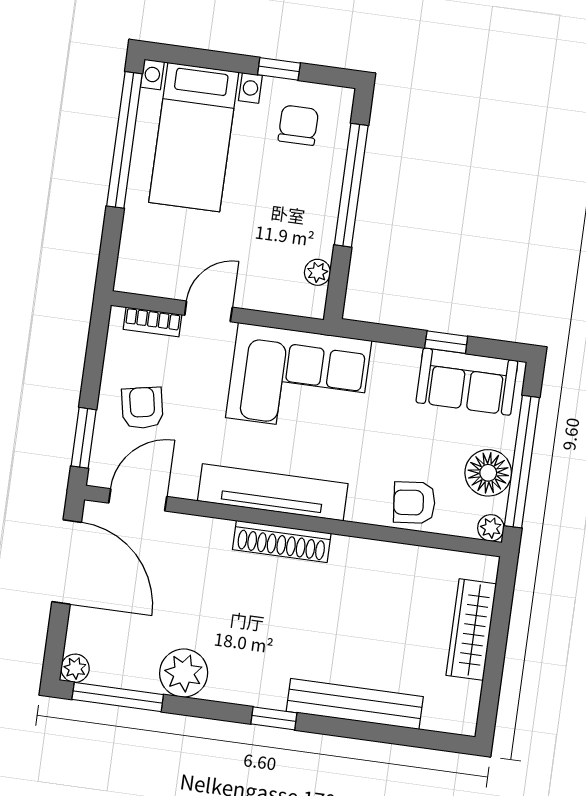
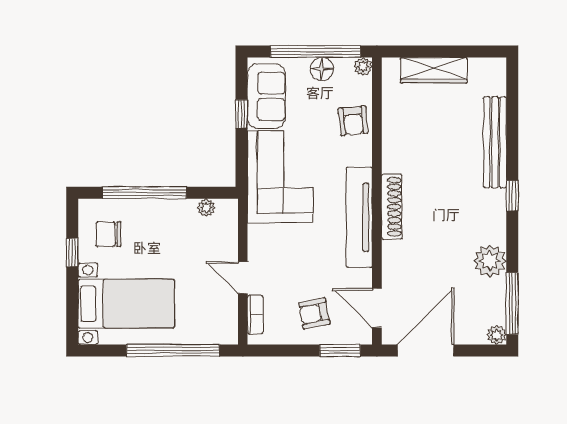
window: (124, 140) -> (173, 350), moved
corner sofa: (299, 379) -> (280, 177), moved
floor lamp: (488, 473) -> (322, 69), width x0.73, depth x0.73

